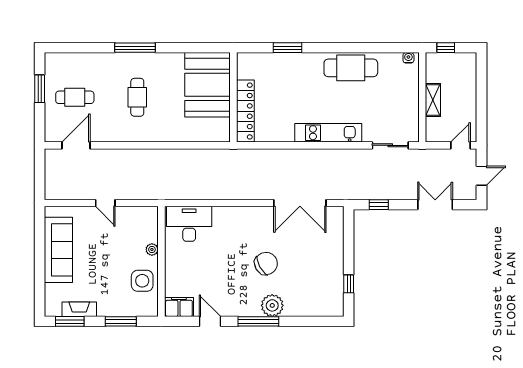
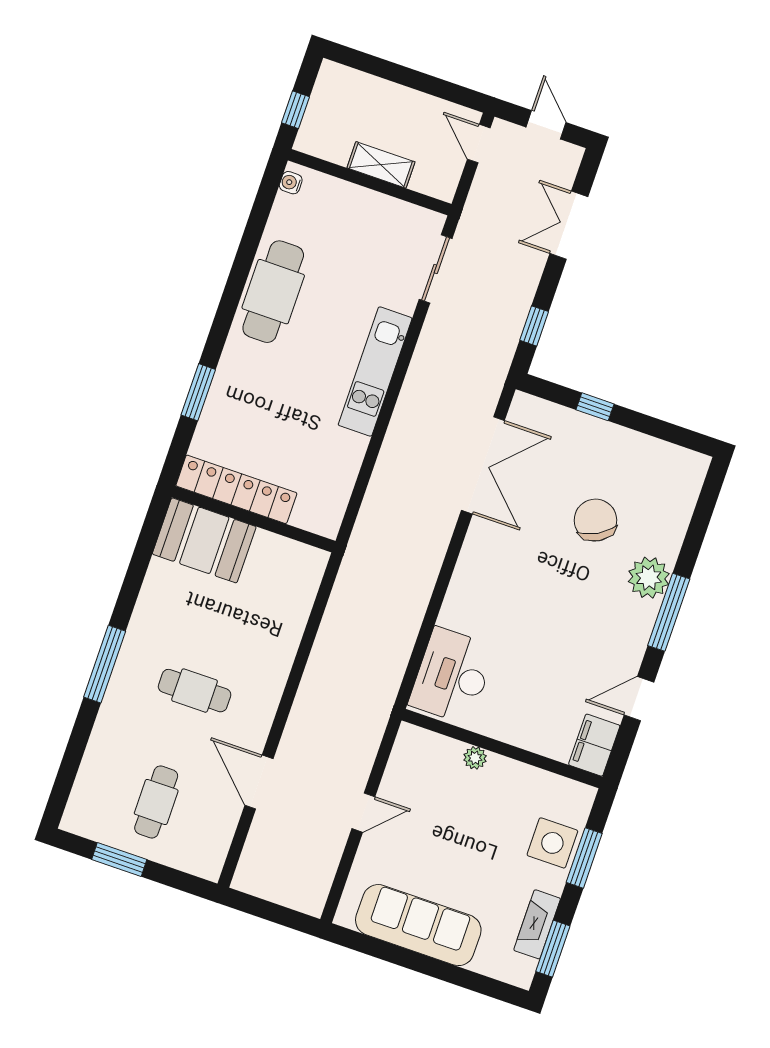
booth: (207, 85) -> (204, 540), width x0.73, depth x0.70
locker: (245, 111) -> (236, 489), moved
door: (76, 145) -> (259, 782), moved
chair: (266, 263) -> (595, 520), moved
side table: (142, 281) -> (552, 843), moved
window: (349, 284) -> (595, 407), moved

